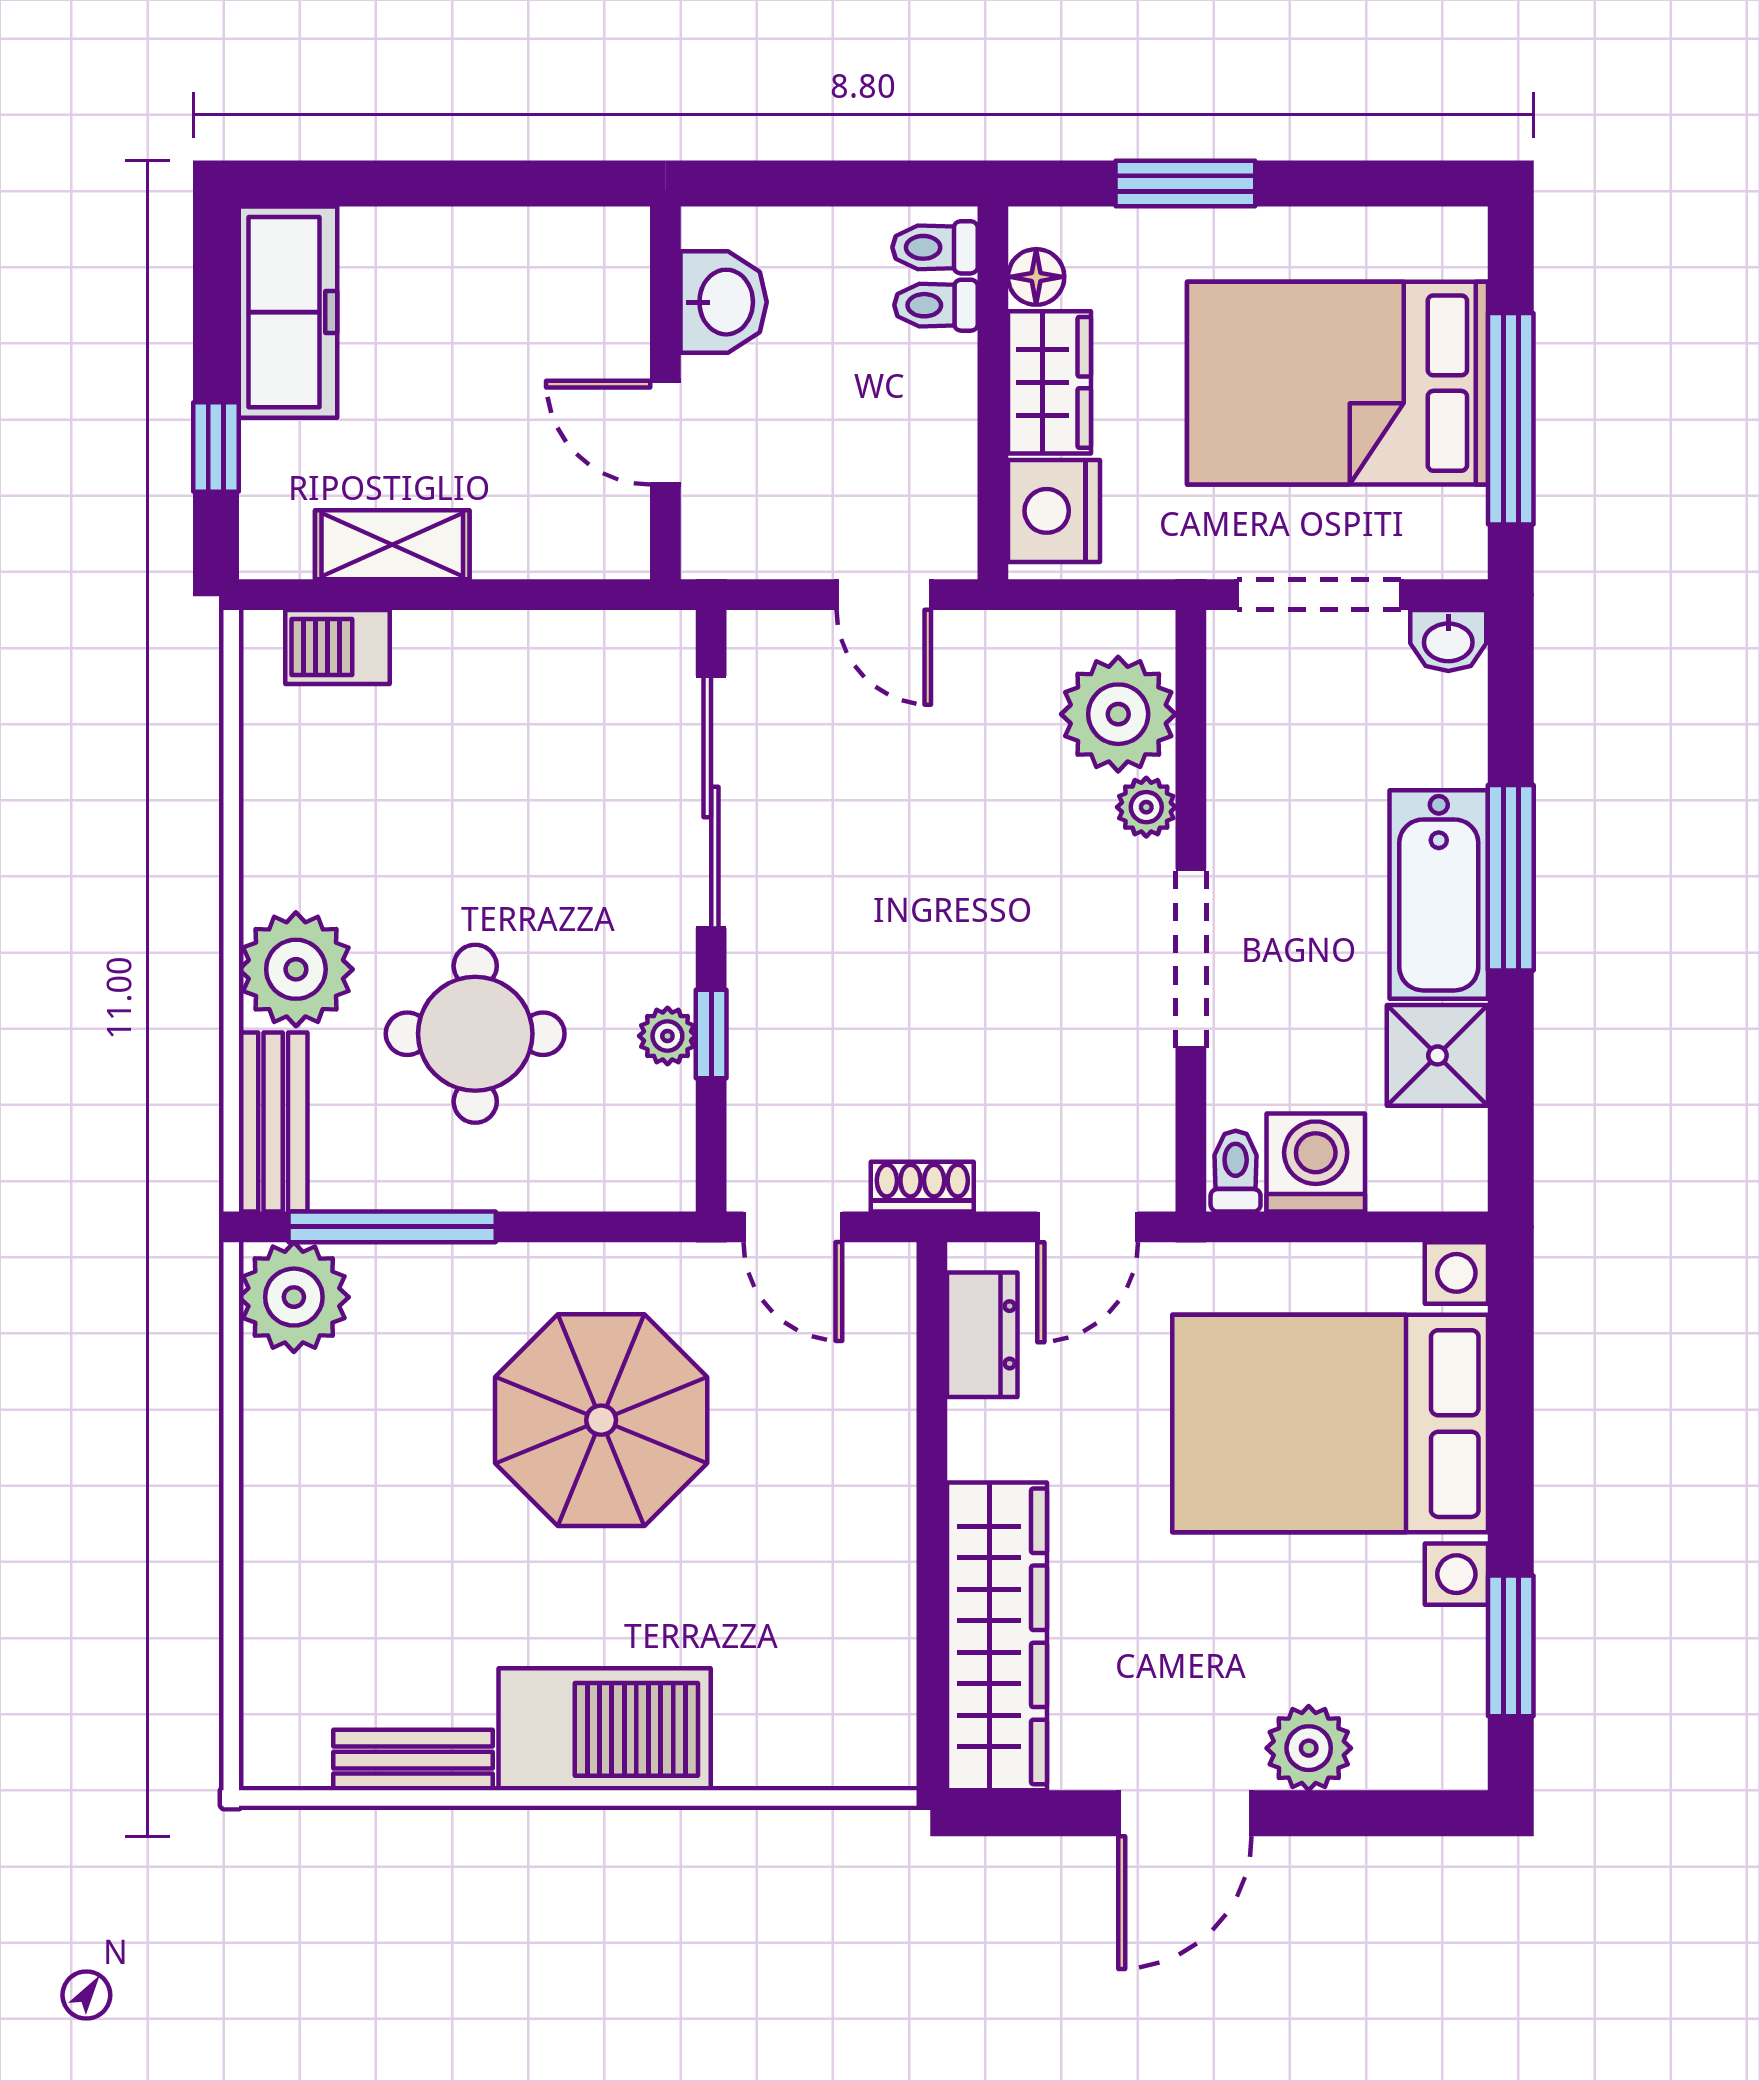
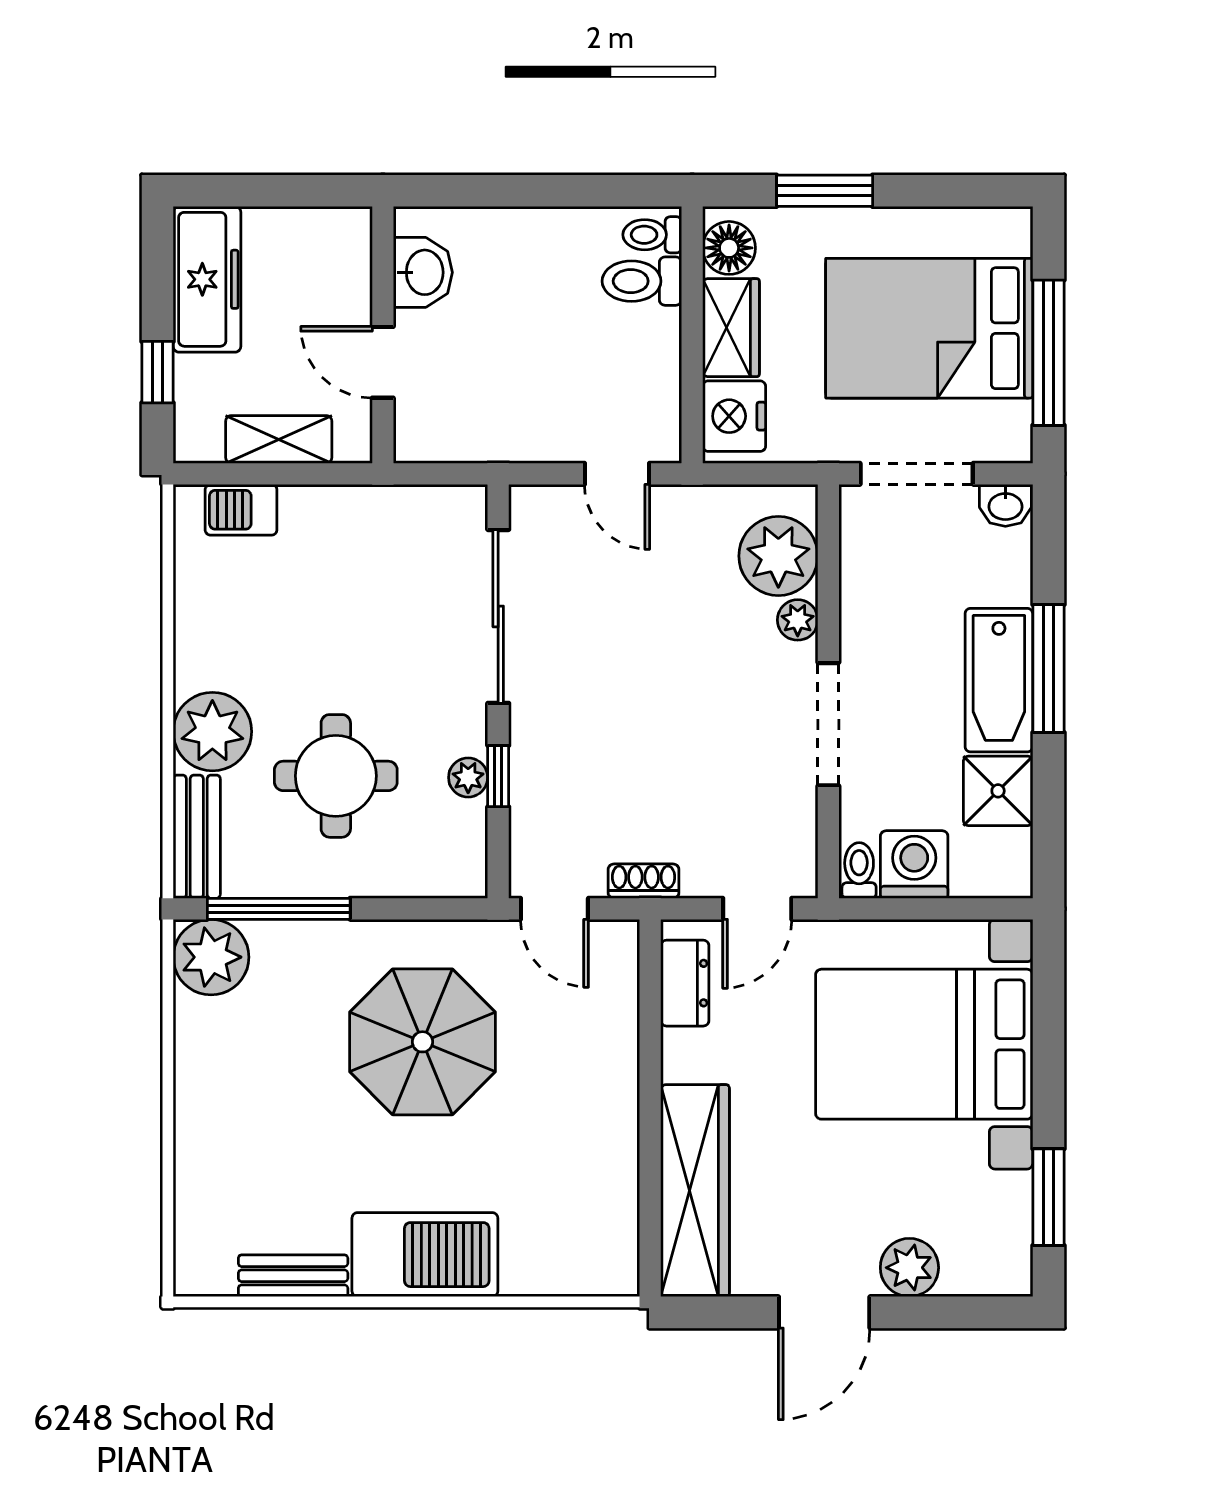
floor lamp: (1036, 277) -> (729, 248), width x1.37, depth x1.37
washbasin: (724, 302) -> (423, 272), moved
toilet: (936, 305) -> (642, 281), width x1.37, depth x1.39
wall: (665, 393) -> (383, 335), moved
door: (665, 433) -> (383, 362), moved

